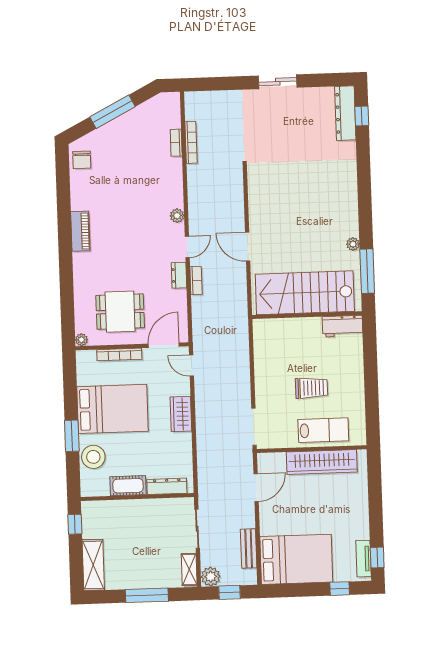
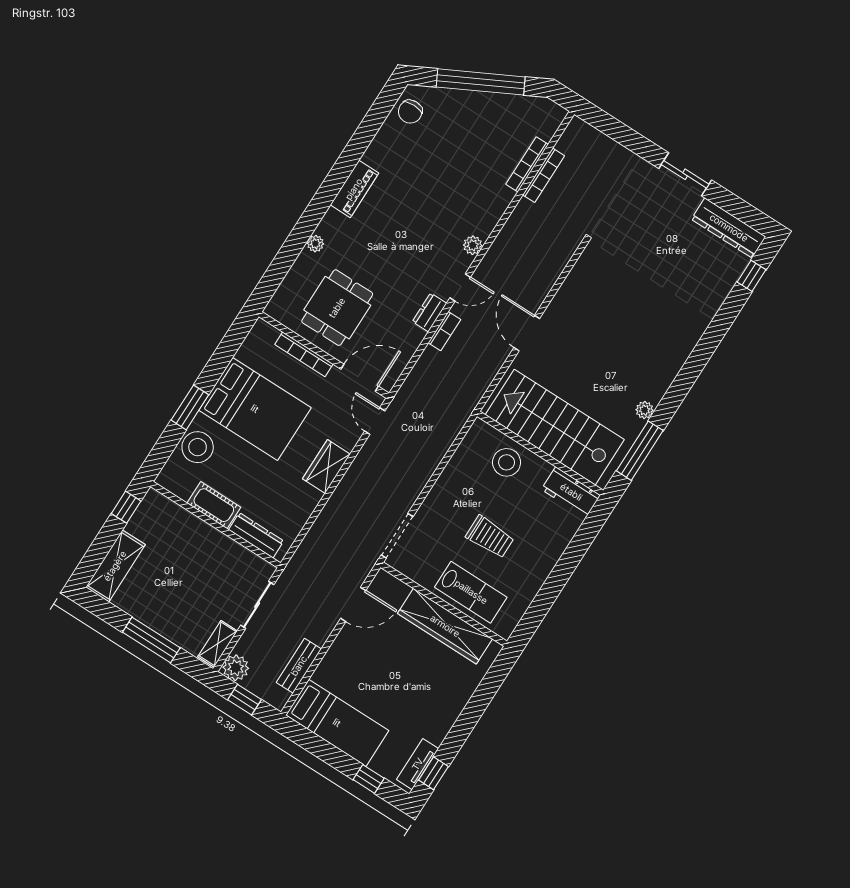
window: (113, 112) -> (481, 82), width x1.46
dresser: (345, 113) -> (729, 228), moved, turned -90
bookcase: (176, 143) -> (527, 164), width x1.56
dining table: (120, 312) -> (337, 308), turned 90
stool: (290, 335) -> (507, 462), added
plant: (81, 340) -> (315, 244), moved
bed: (296, 559) -> (337, 723), width x0.67

